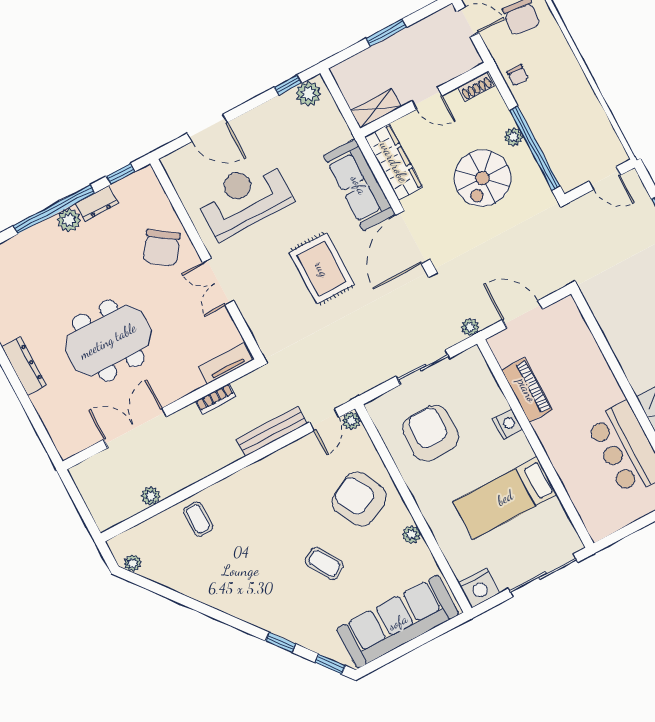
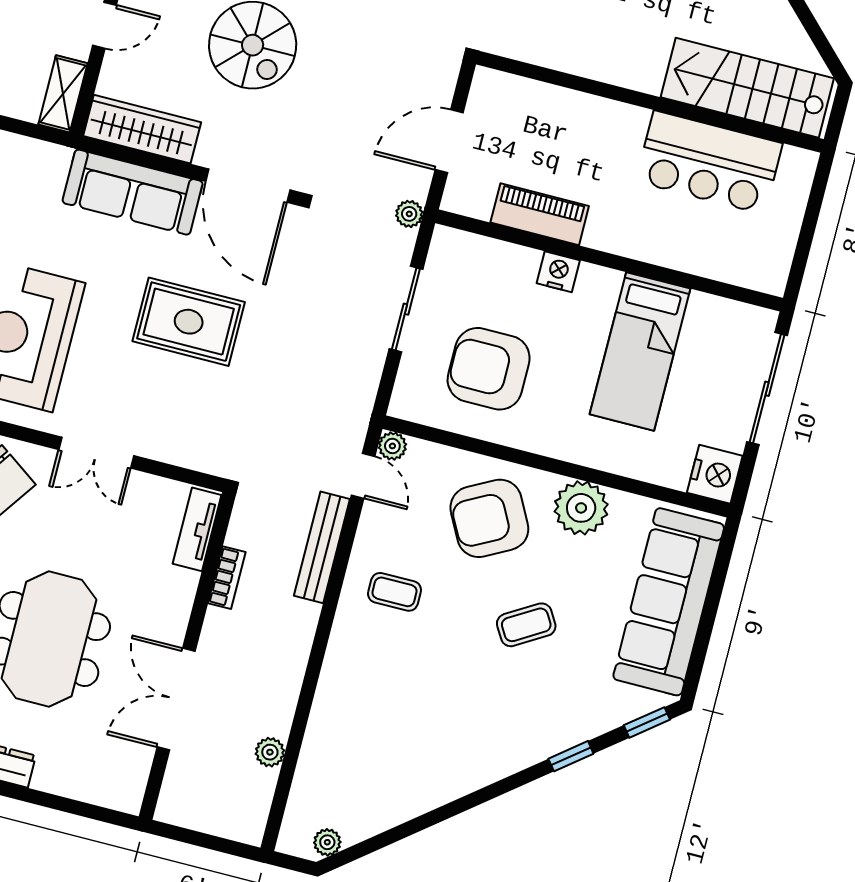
coffee table: (198, 519) -> (394, 592), moved
plant: (411, 535) -> (581, 508), width x1.88, depth x1.88

